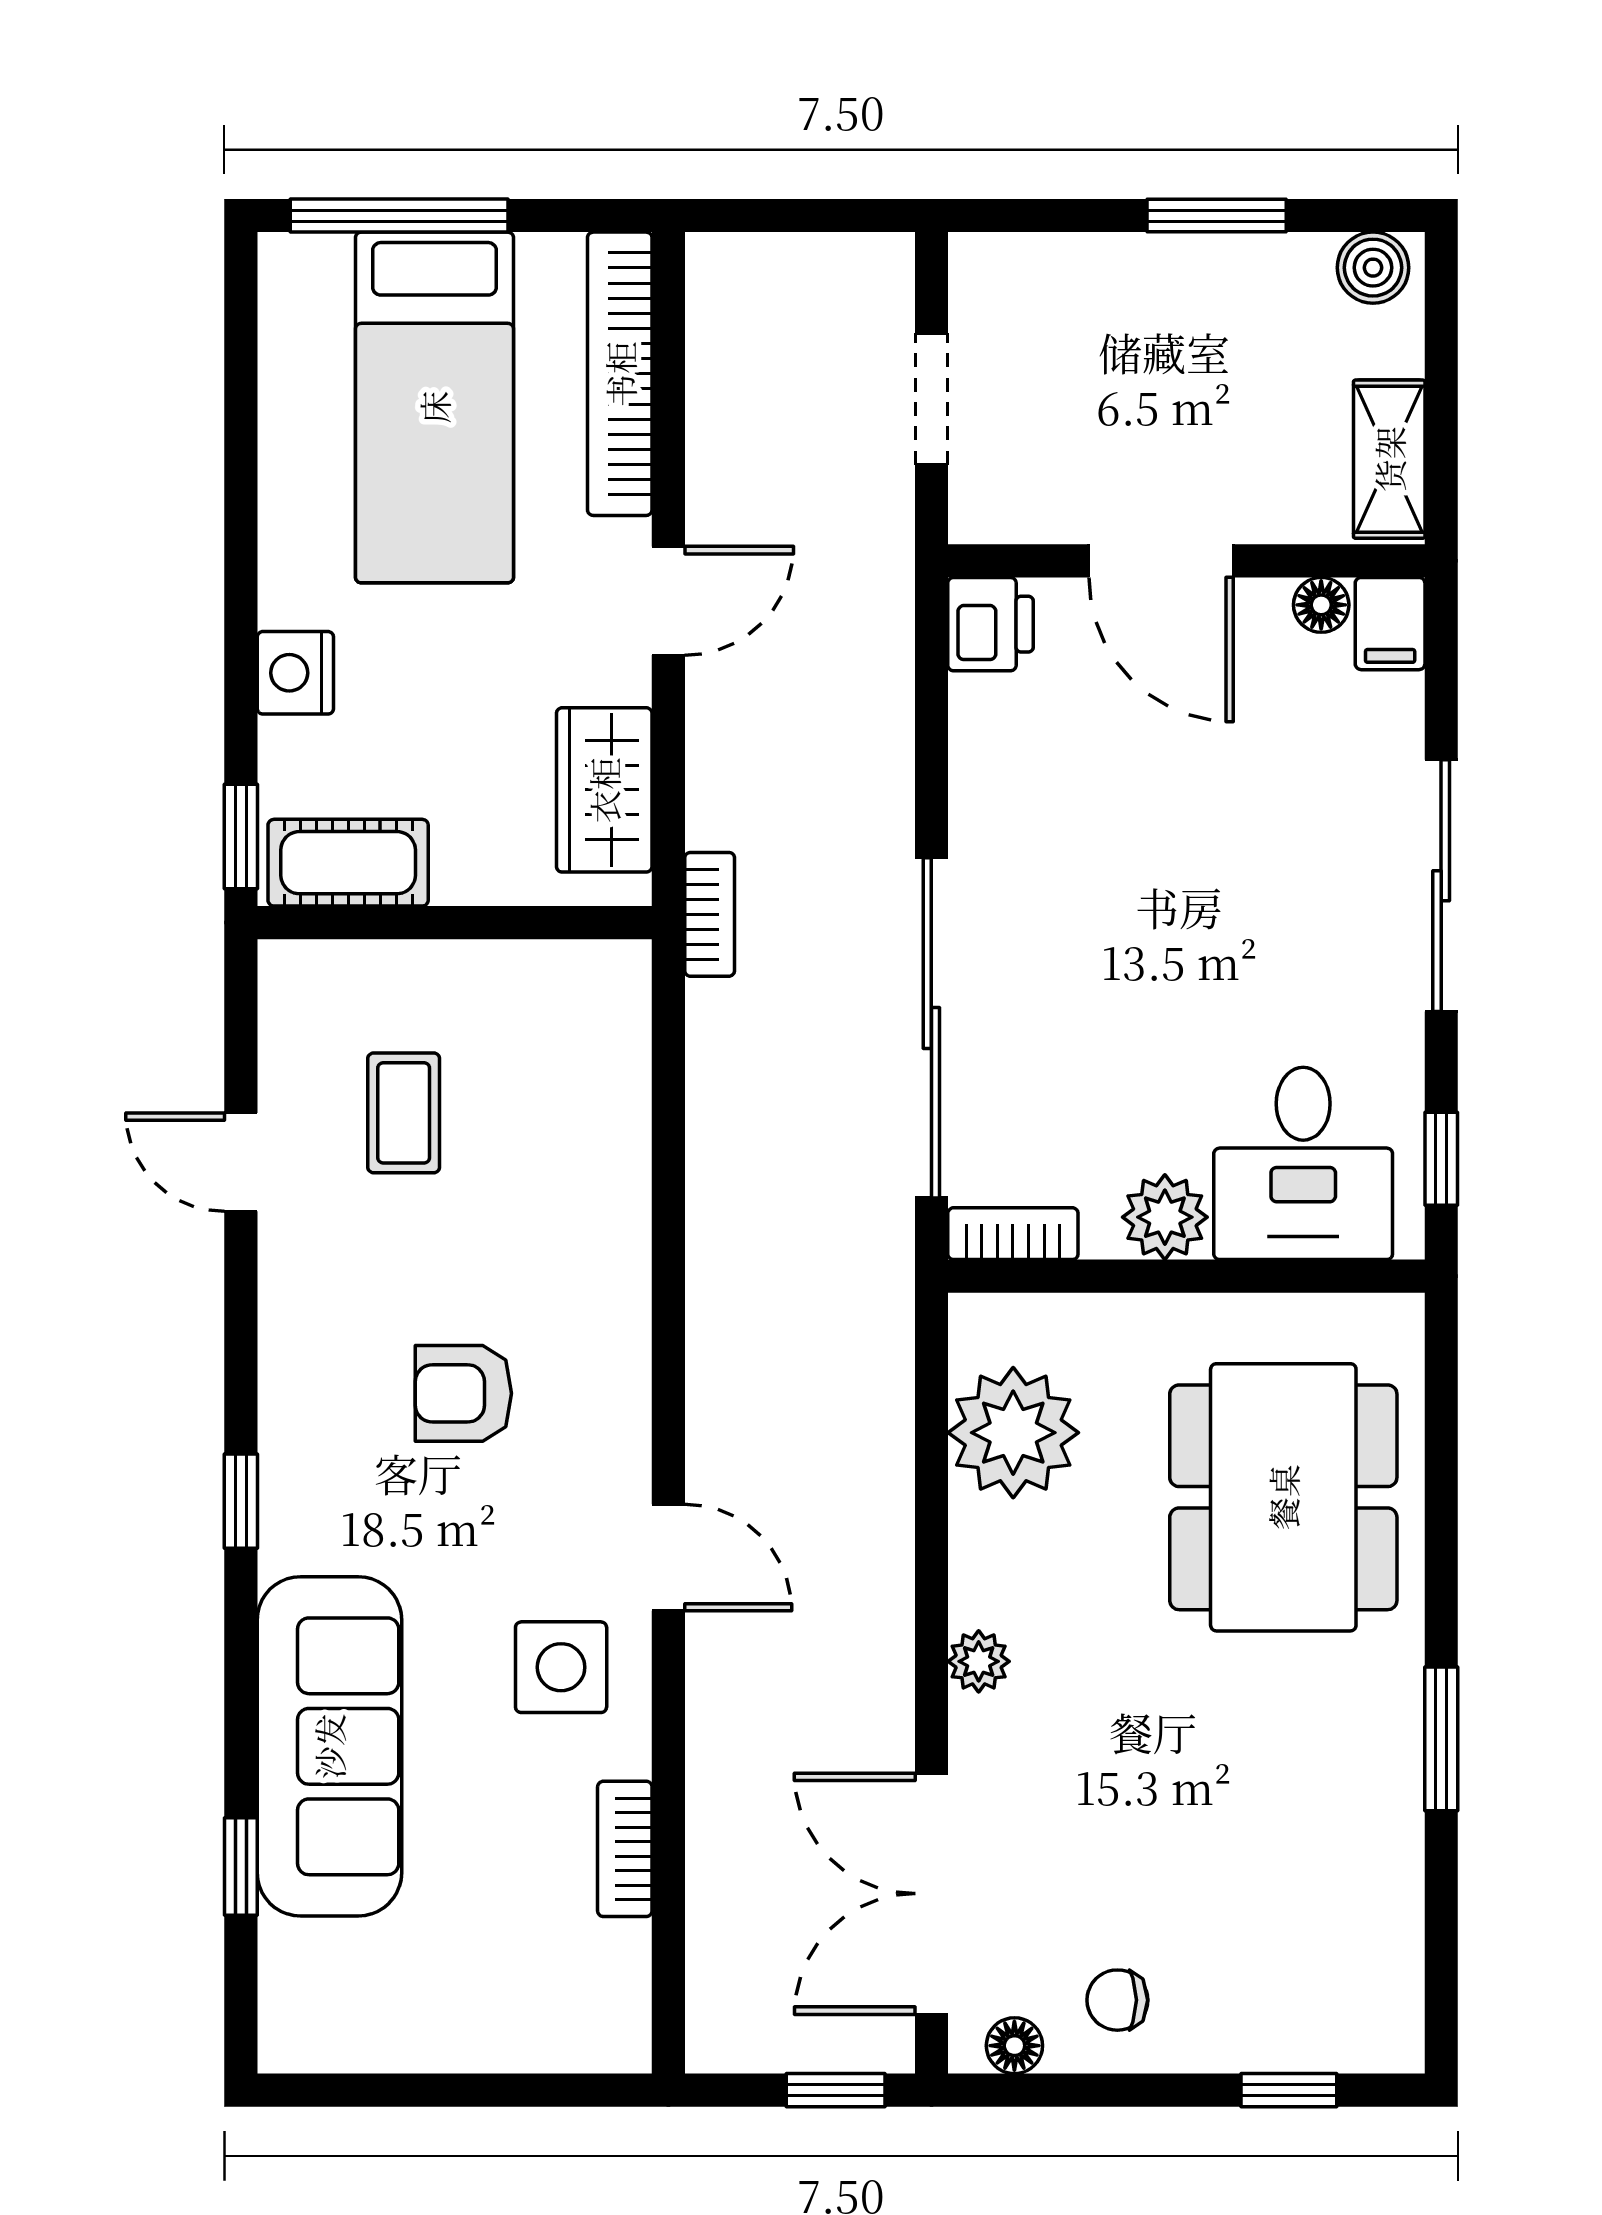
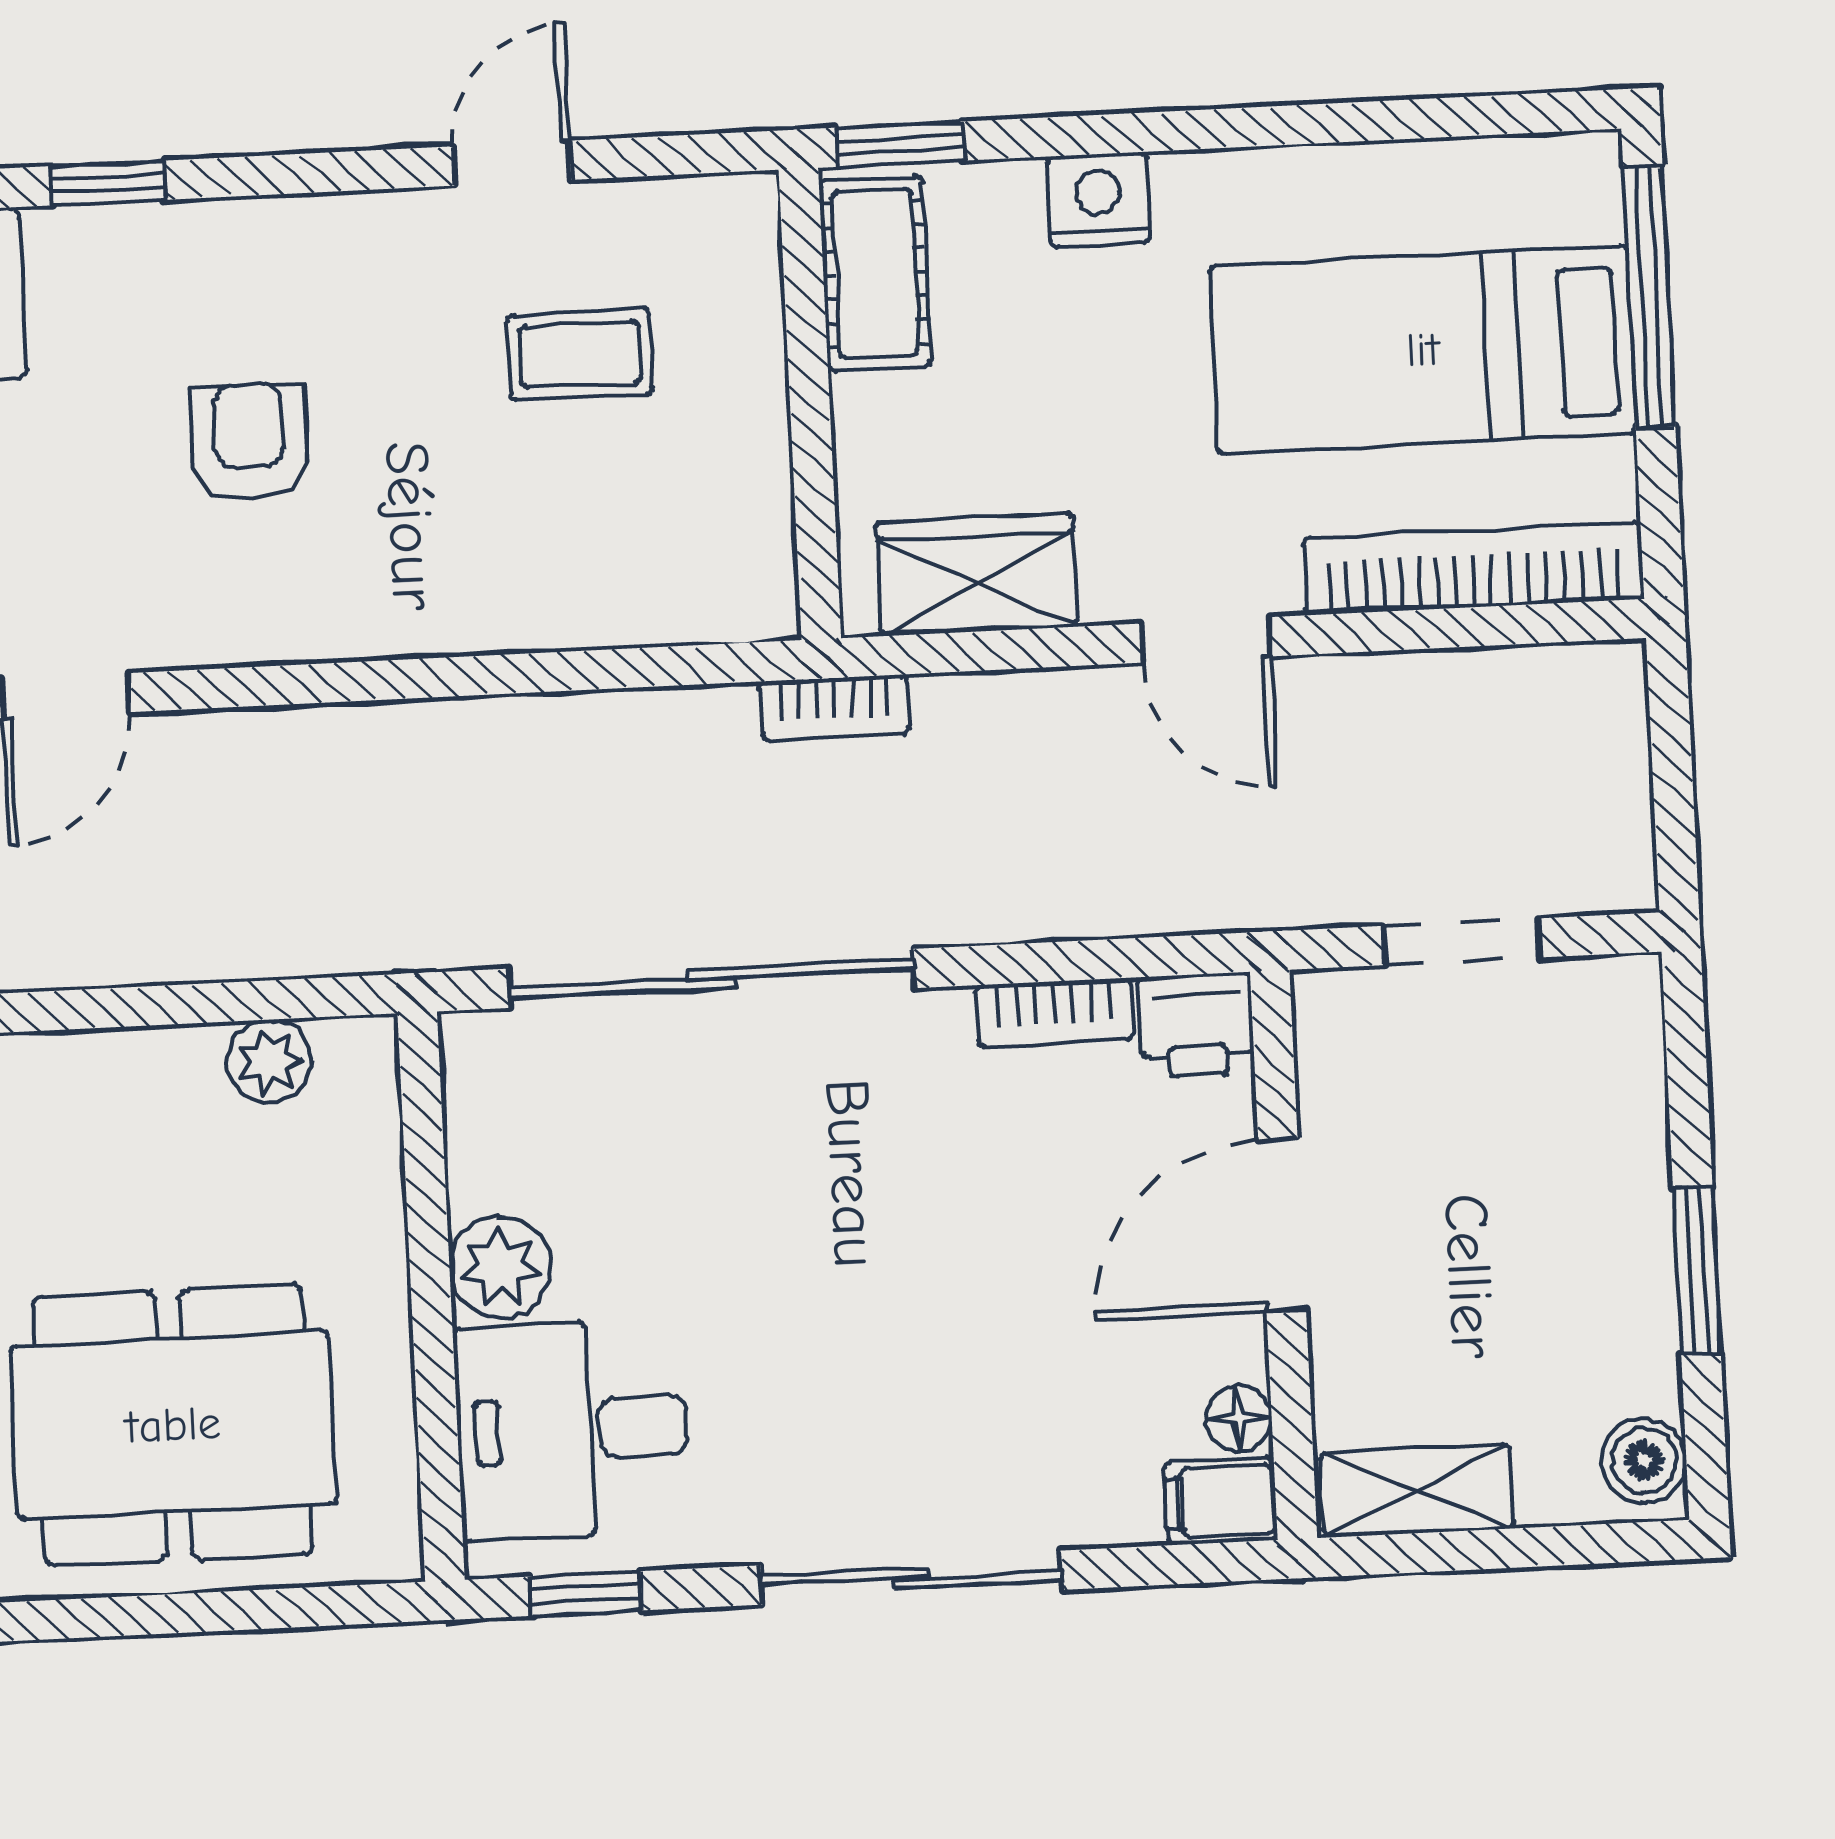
bookcase: (1013, 1234) -> (1055, 1012), moved, turned 90
plant: (1013, 1433) -> (269, 1061), width x0.53, depth x0.53

